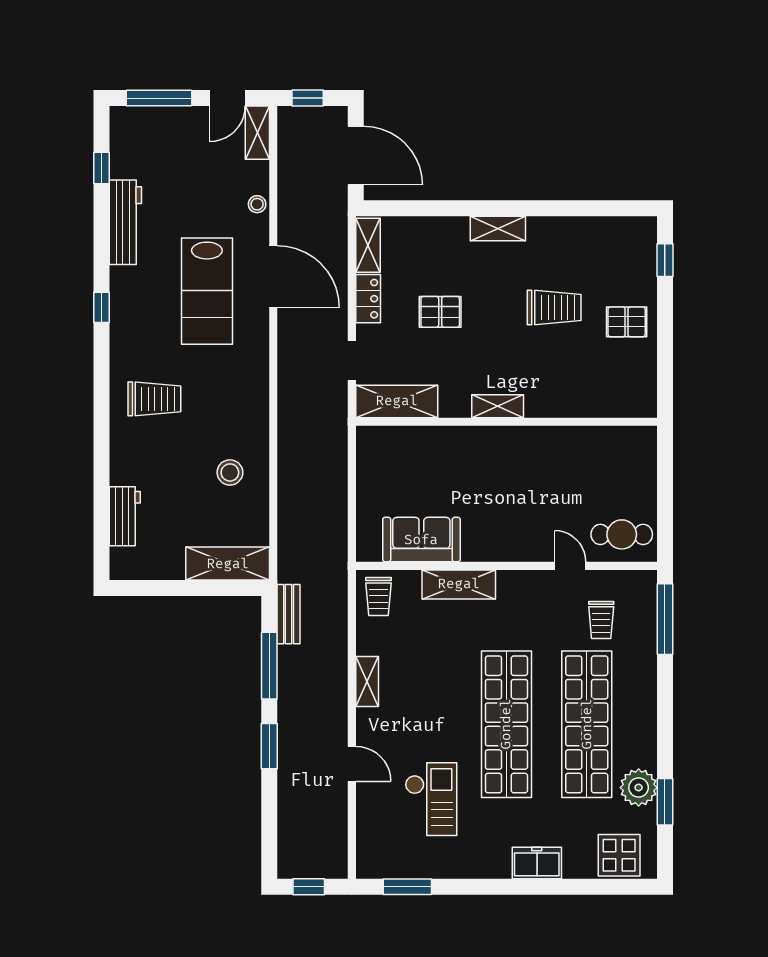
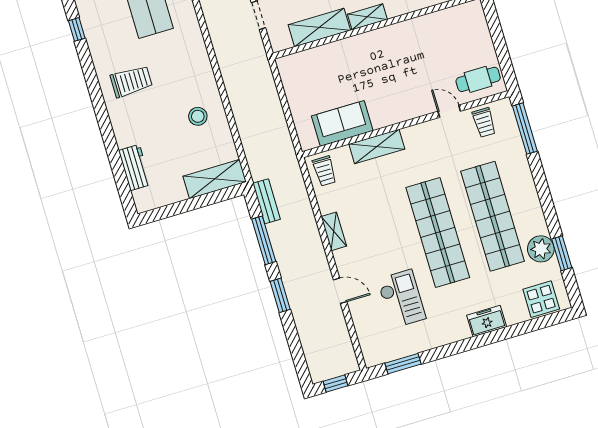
shelving: (397, 401) -> (319, 28), moved
trolley: (601, 620) -> (484, 123), moved

